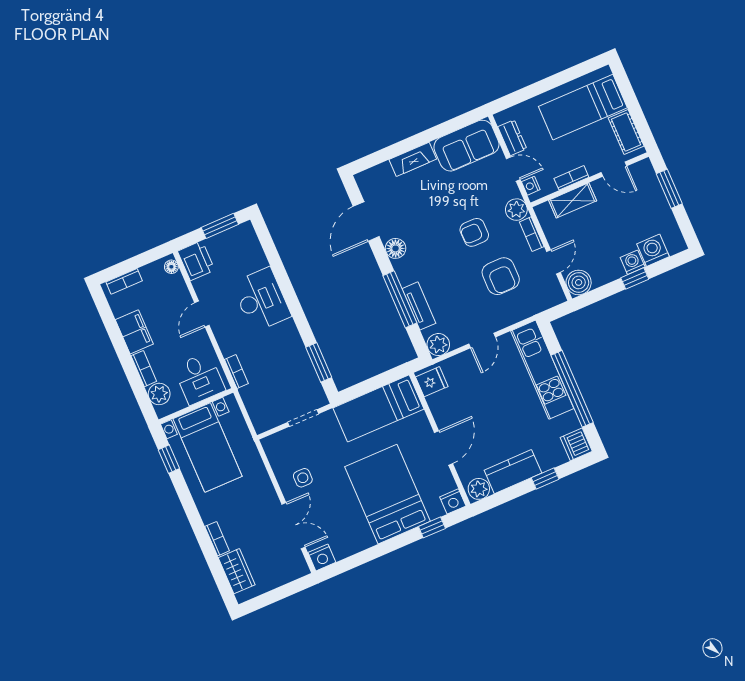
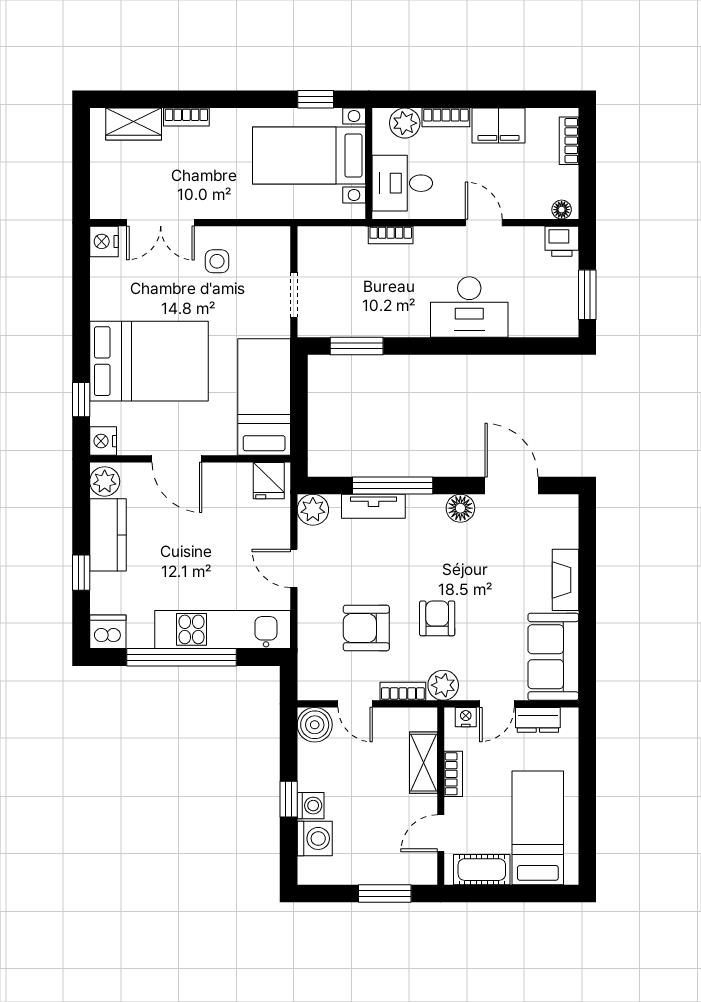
printer: (196, 261) -> (562, 241), width x0.73, depth x0.81

